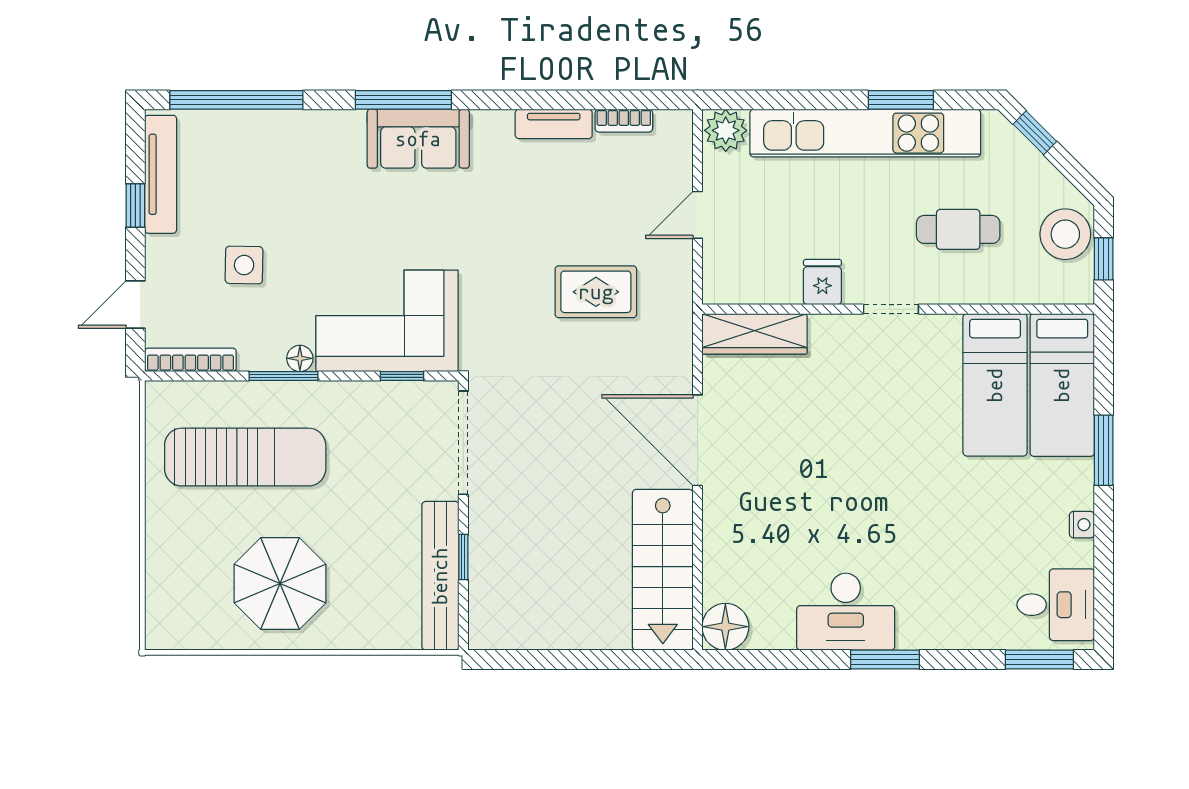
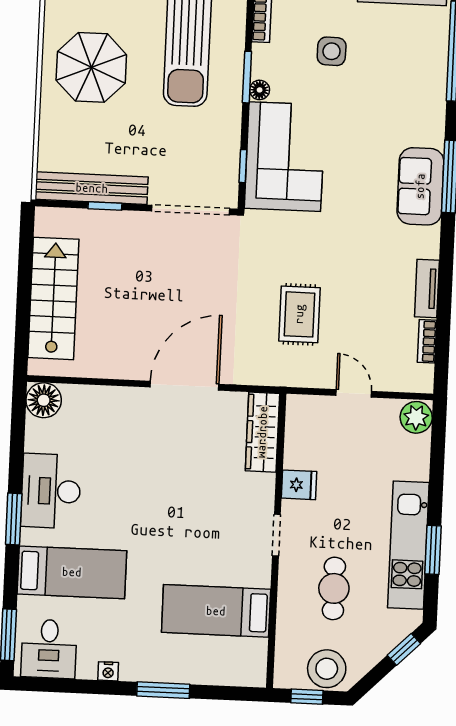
kitchen unit: (865, 133) -> (408, 545), width x0.73
bed: (1062, 385) -> (72, 572), moved, turned 180
stairs: (663, 570) -> (53, 298), moved, turned 90

